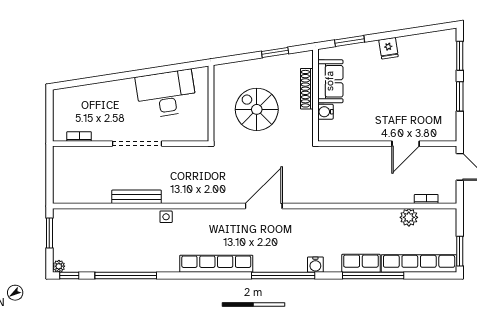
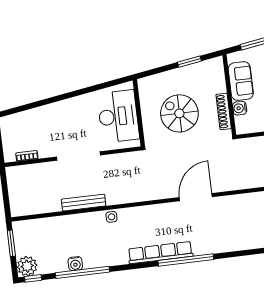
shoe rack: (307, 89) -> (224, 111), moved
desk: (166, 94) -> (118, 116), moved, turned 99
water cooler: (315, 265) -> (75, 264), moved
plant: (59, 266) -> (27, 266), width x1.87, depth x1.87
window: (283, 276) -> (186, 260), moved

